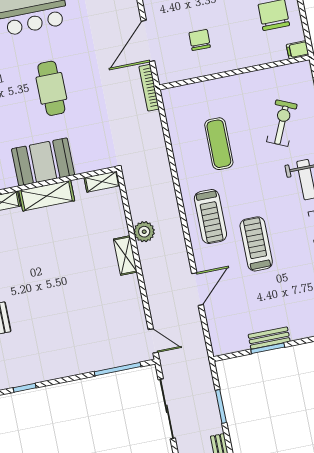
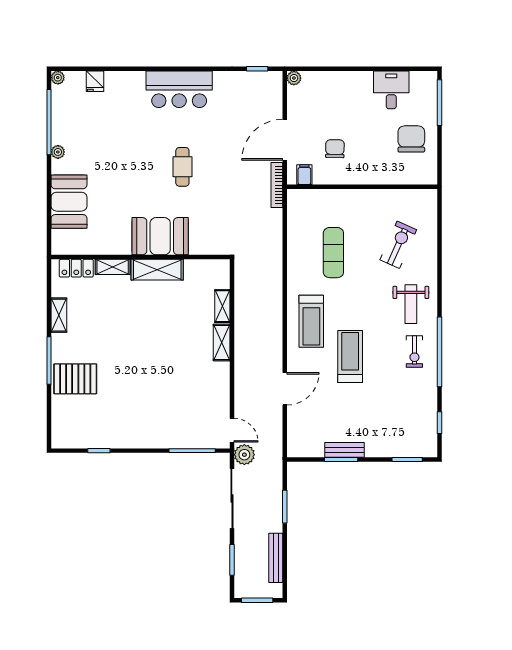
filing cabinet: (298, 50) -> (304, 175), moved, turned 90
cafe table: (51, 88) -> (182, 167), width x0.73, depth x0.74
shelving: (102, 182) -> (222, 306), moved, turned 90
plant: (144, 232) -> (244, 455), moved

